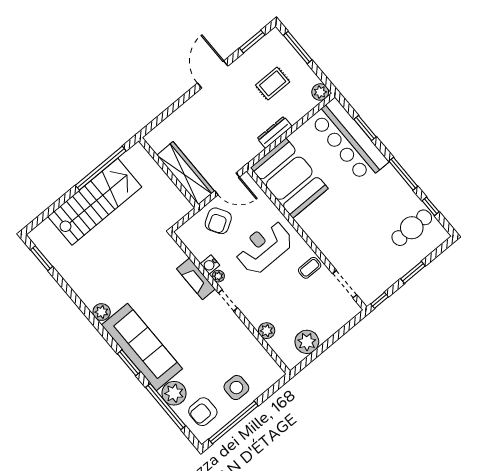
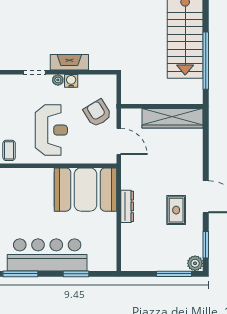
rug: (273, 83) -> (176, 210), moved
plant: (320, 92) -> (195, 263), moved
bar counter: (349, 140) -> (47, 255), moved
wardrobe: (186, 173) -> (172, 118), moved
door: (227, 184) -> (119, 141), swing flipped

